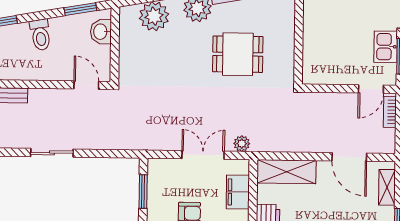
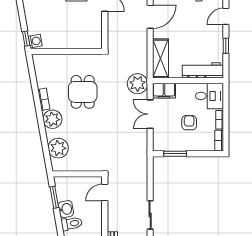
washbasin: (101, 32) -> (66, 209), moved, turned -100
plant: (242, 144) -> (138, 84), width x1.88, depth x1.88
filing cabinet: (238, 192) -> (164, 91), moved

